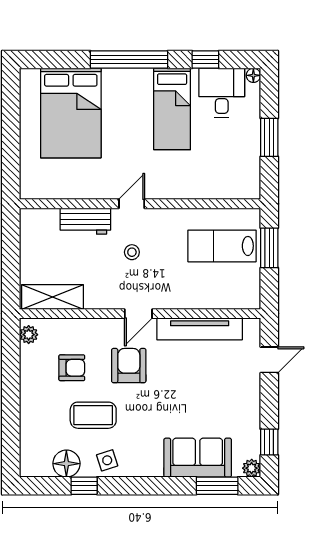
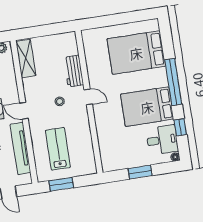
bed: (172, 109) -> (147, 107), width x1.50
lab bench: (222, 246) -> (58, 149), moved
window: (269, 248) -> (61, 184), moved

